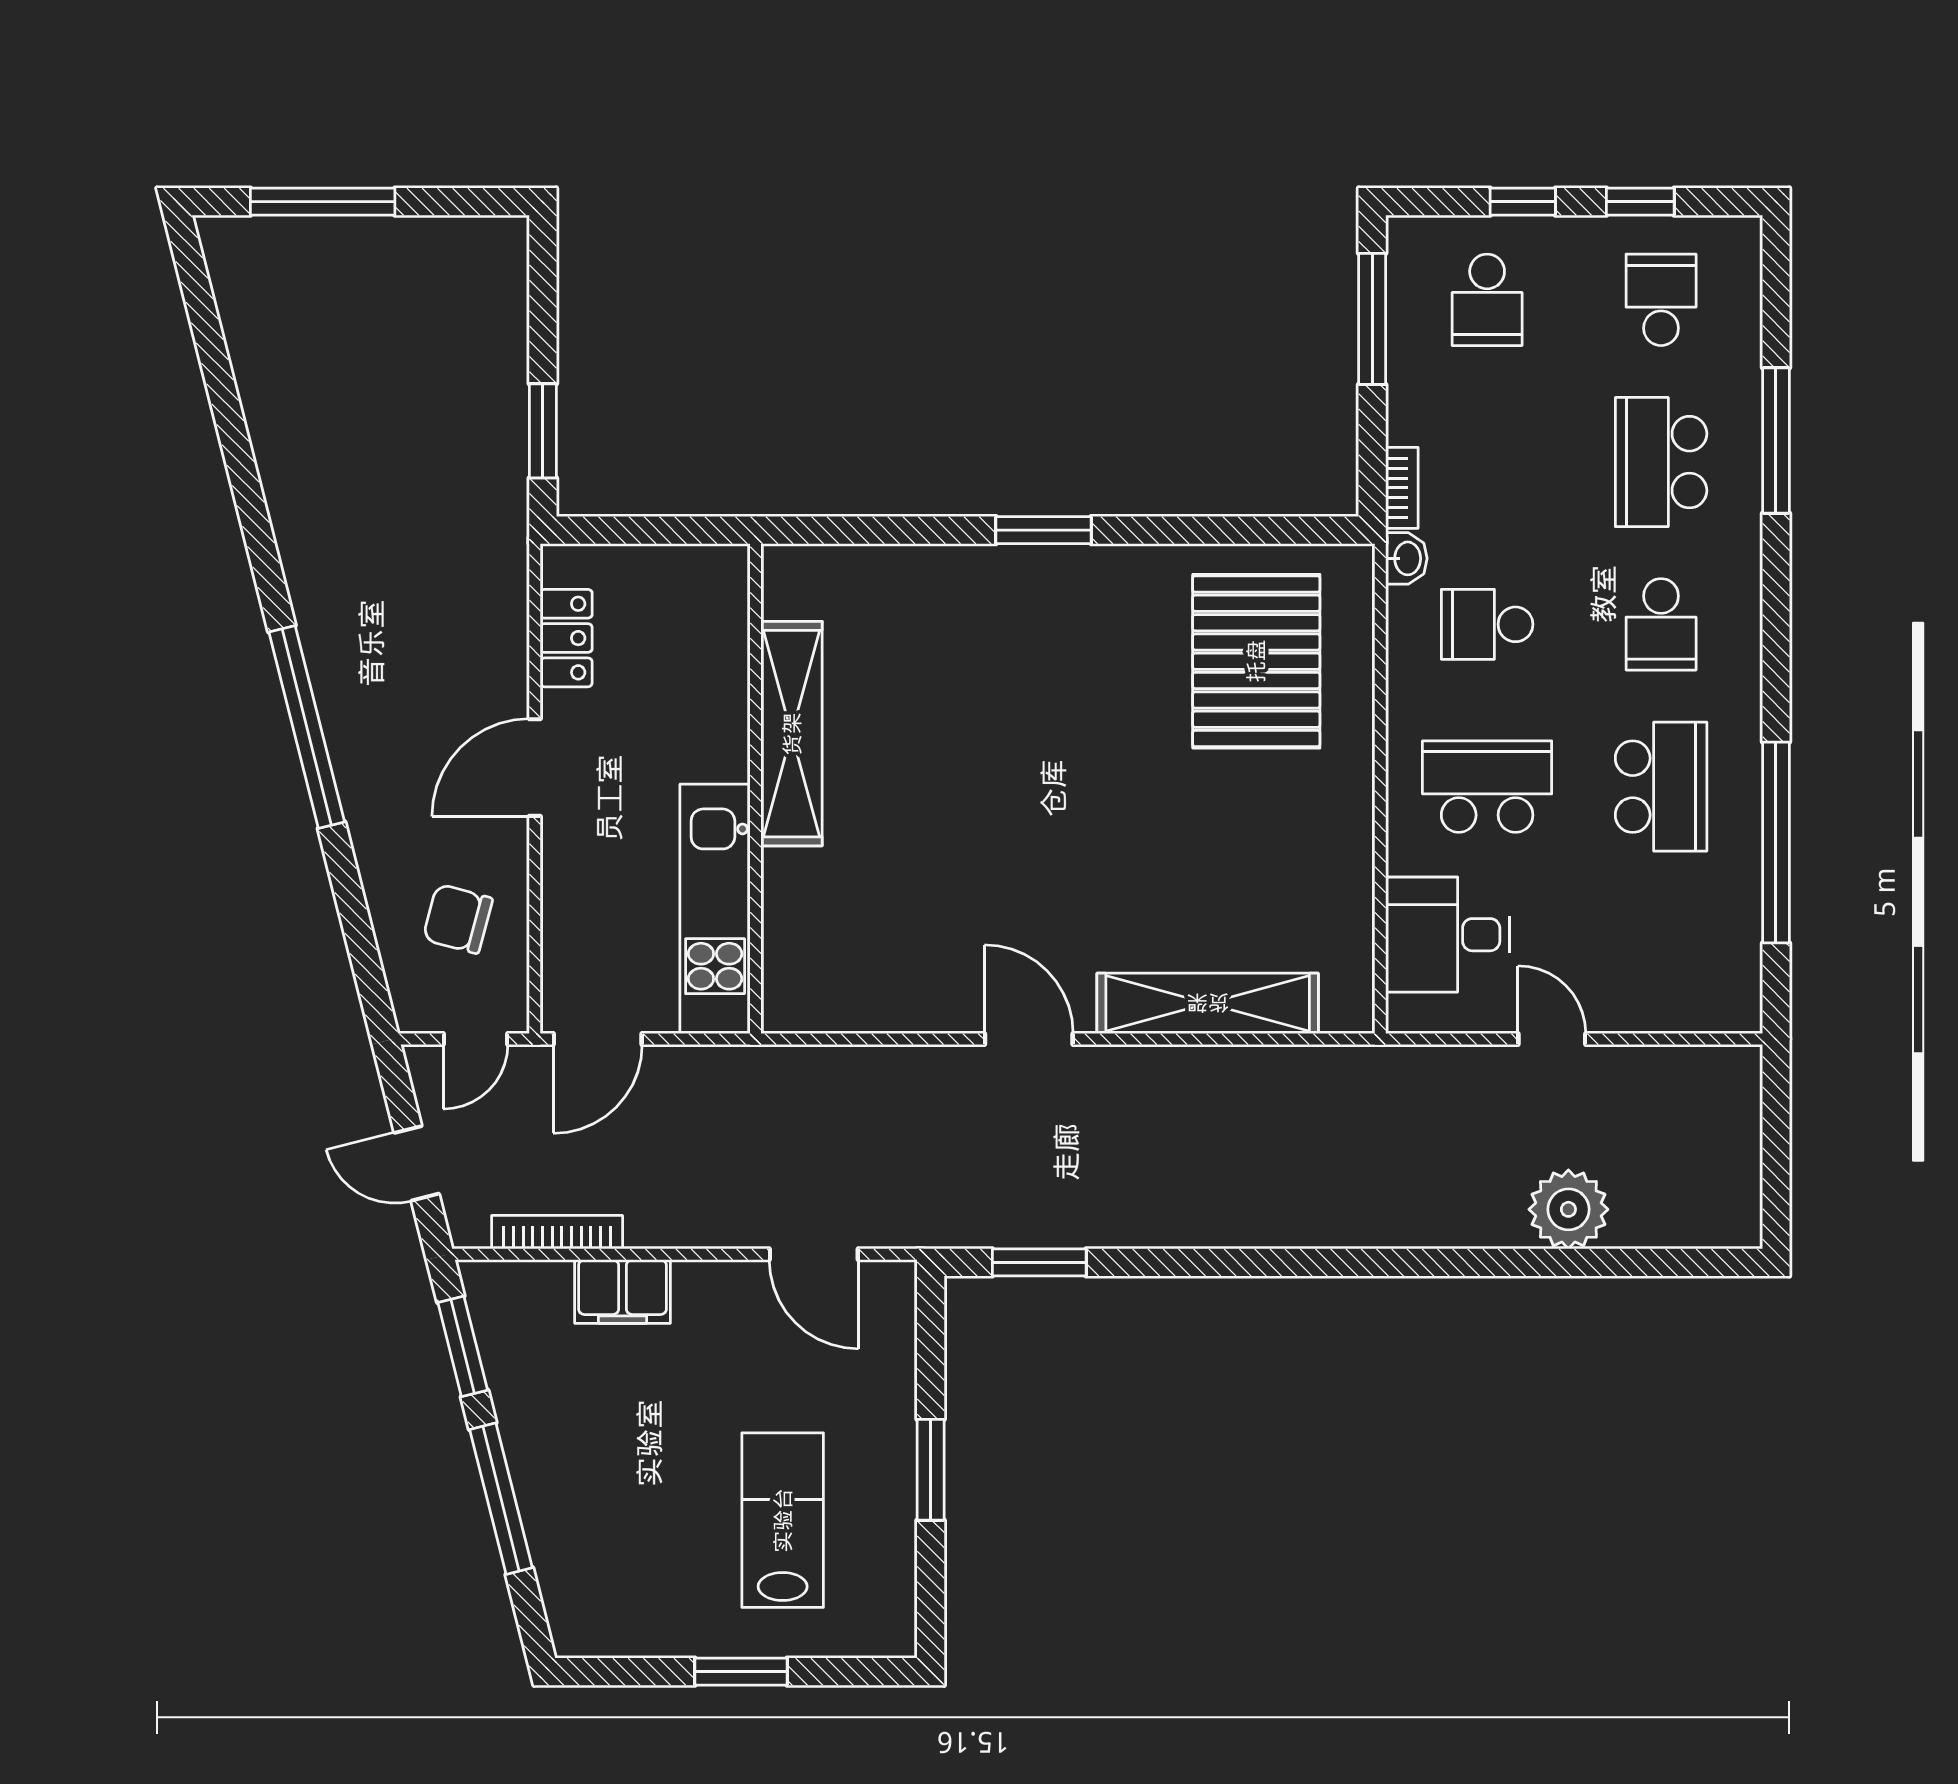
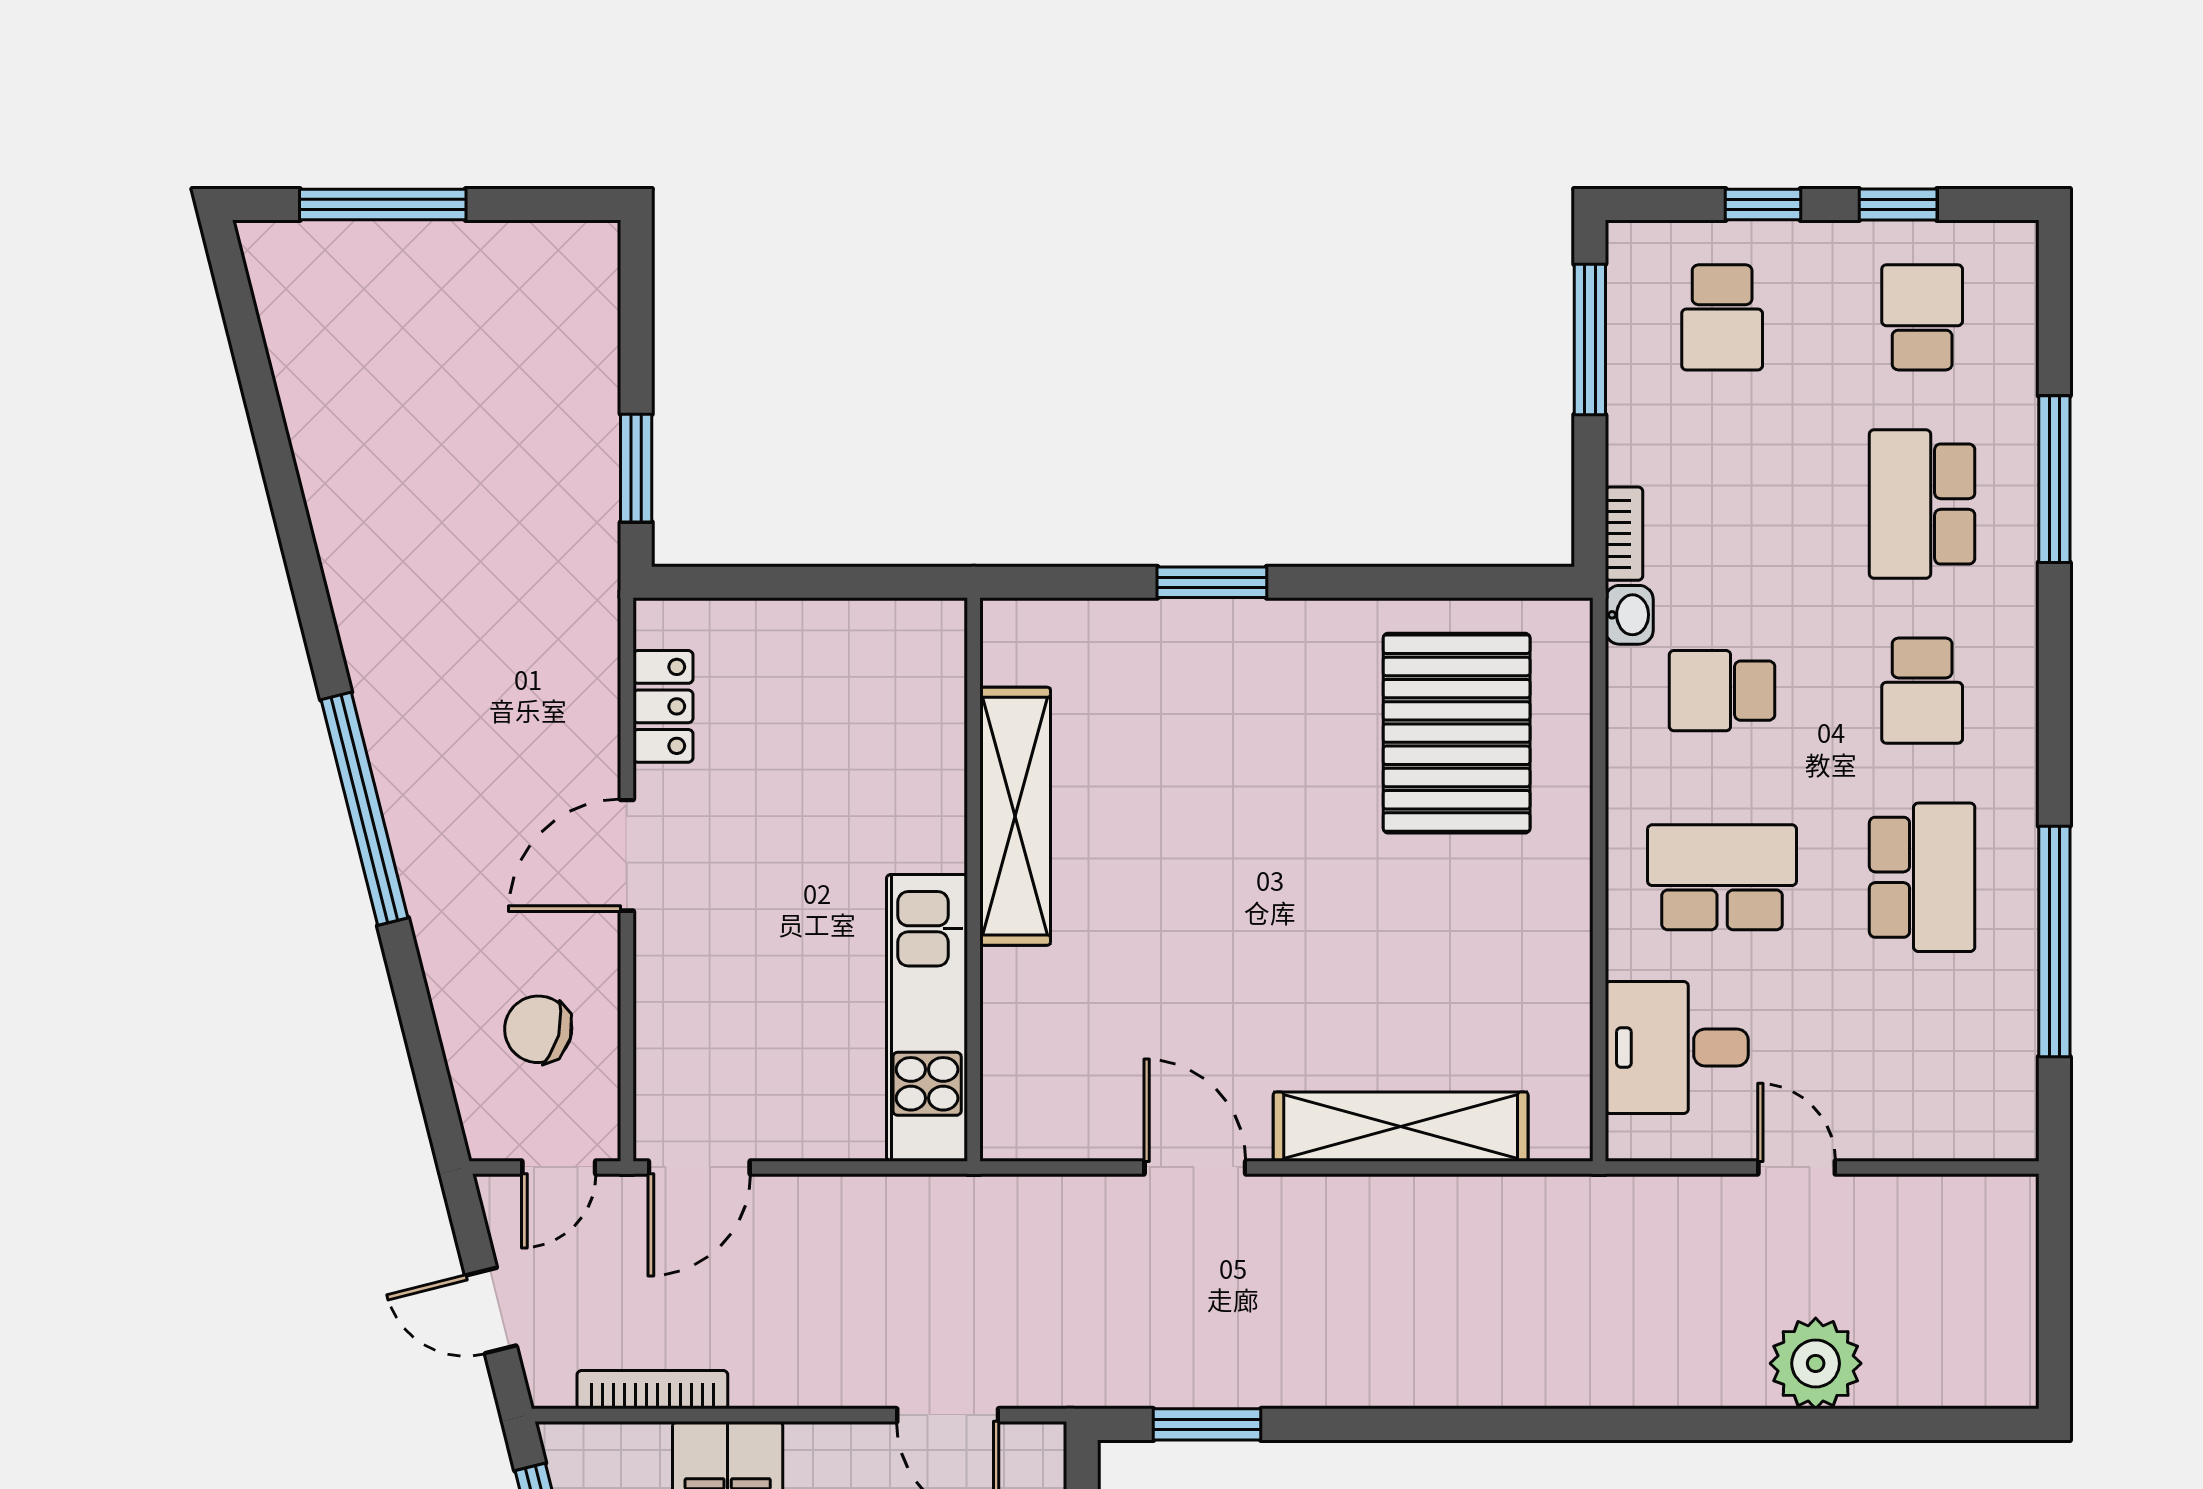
shelving: (792, 734) -> (1015, 816), moved
wall: (756, 789) -> (974, 880), moved
kitchen unit: (715, 909) -> (927, 1018), moved

